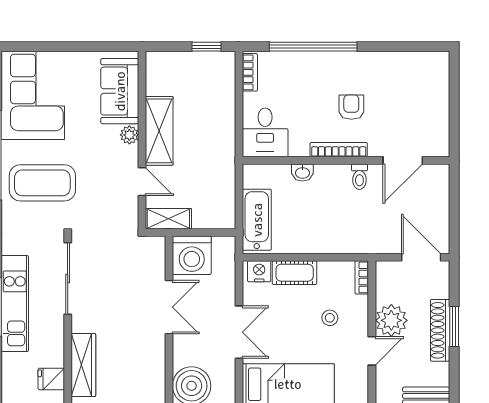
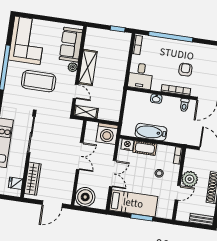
coffee table: (42, 183) -> (39, 81), moved
bathtub: (257, 220) -> (151, 132), moved, turned -90
washing machine: (192, 255) -> (107, 134), moved

